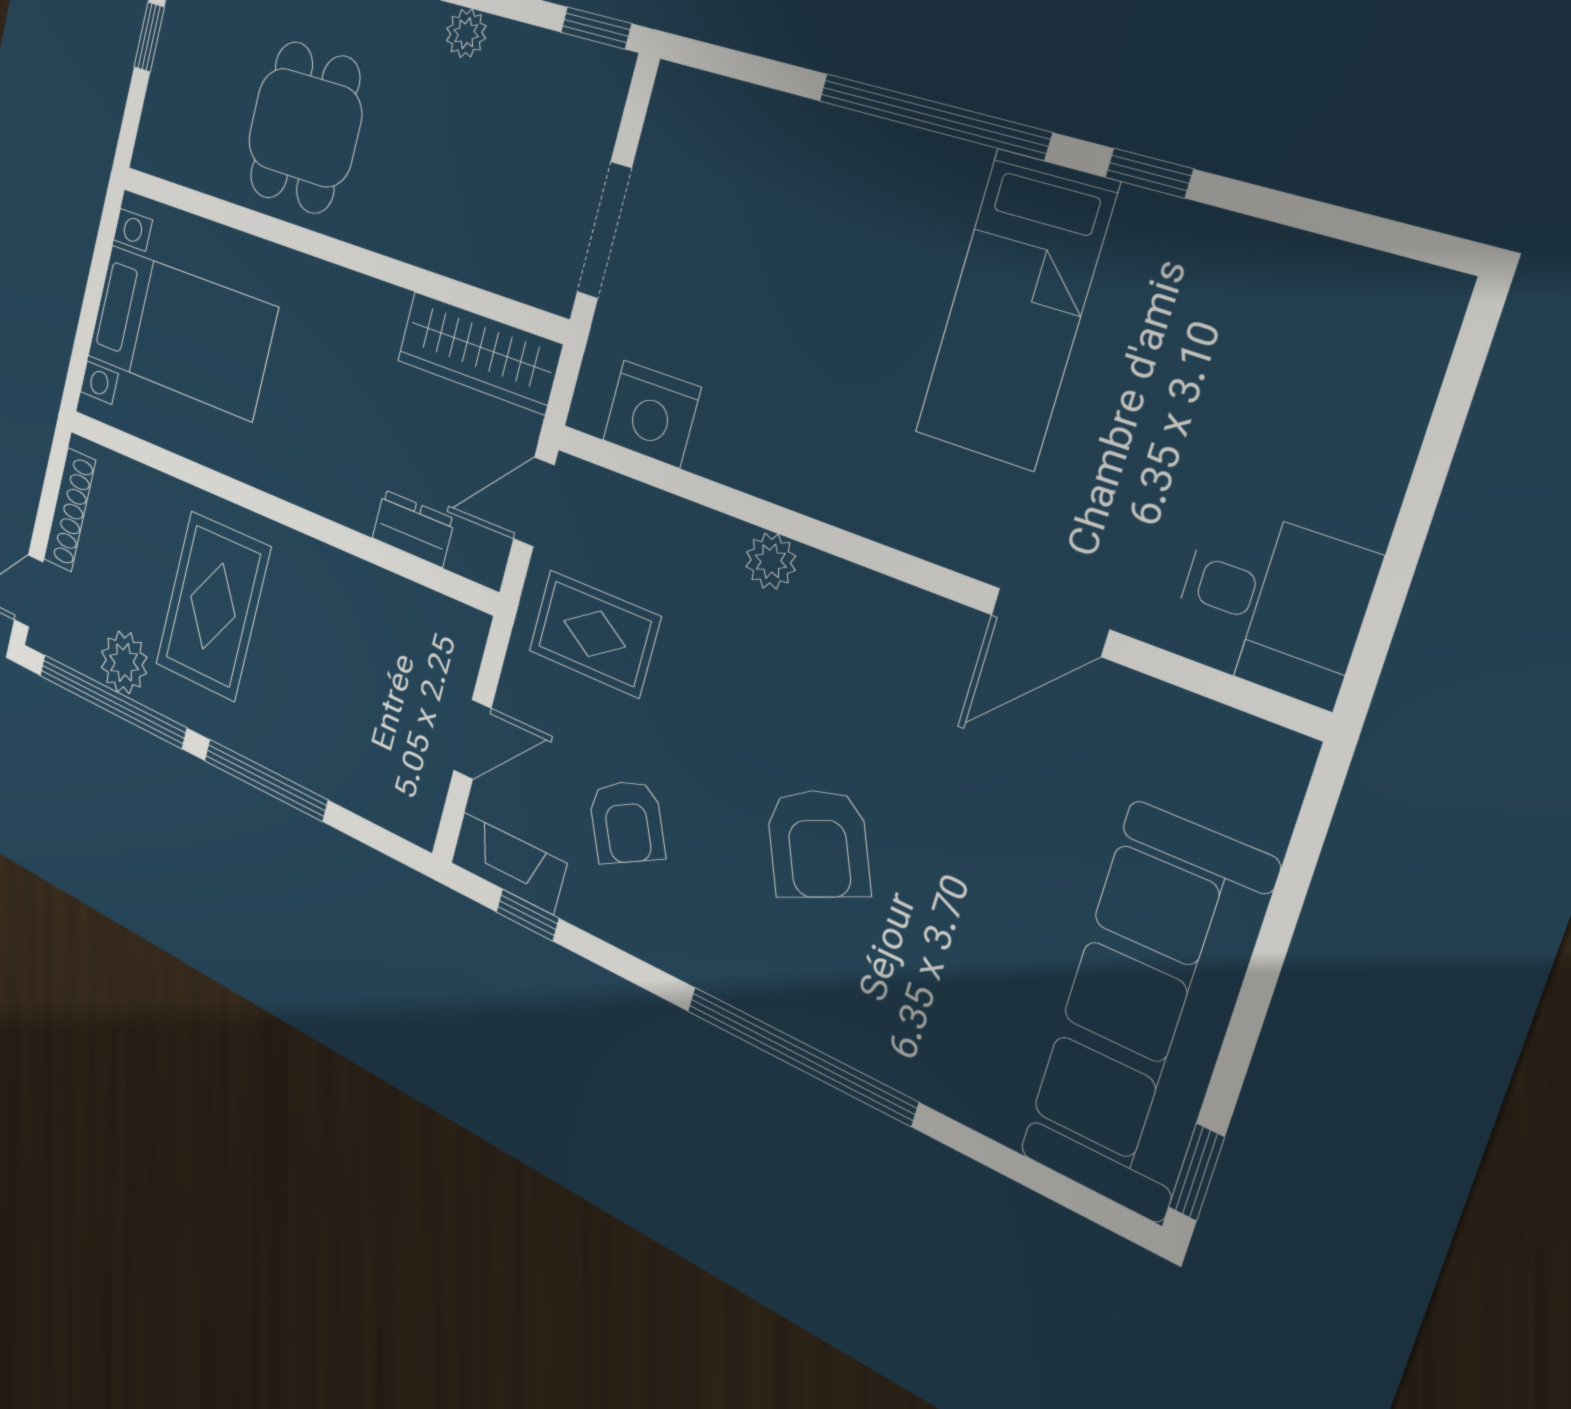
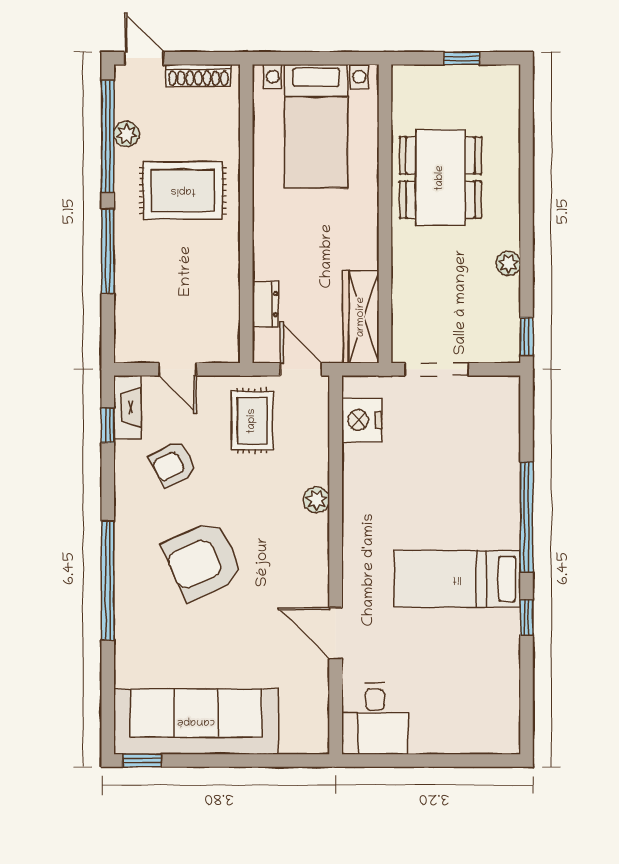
dining table: (305, 128) -> (440, 178), width x1.38
plant: (124, 662) -> (127, 134), width x0.73, depth x0.73
armchair: (818, 844) -> (203, 560), width x1.36, depth x1.36

